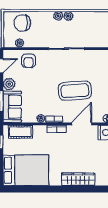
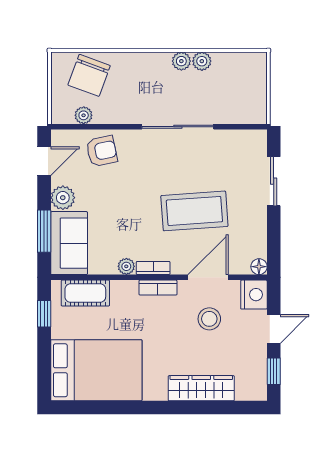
plant: (58, 16) -> (202, 61), moved
chair: (22, 23) -> (89, 75), turned -70
armchair: (29, 61) -> (102, 151), turned -102
stool: (82, 145) -> (209, 319), added

